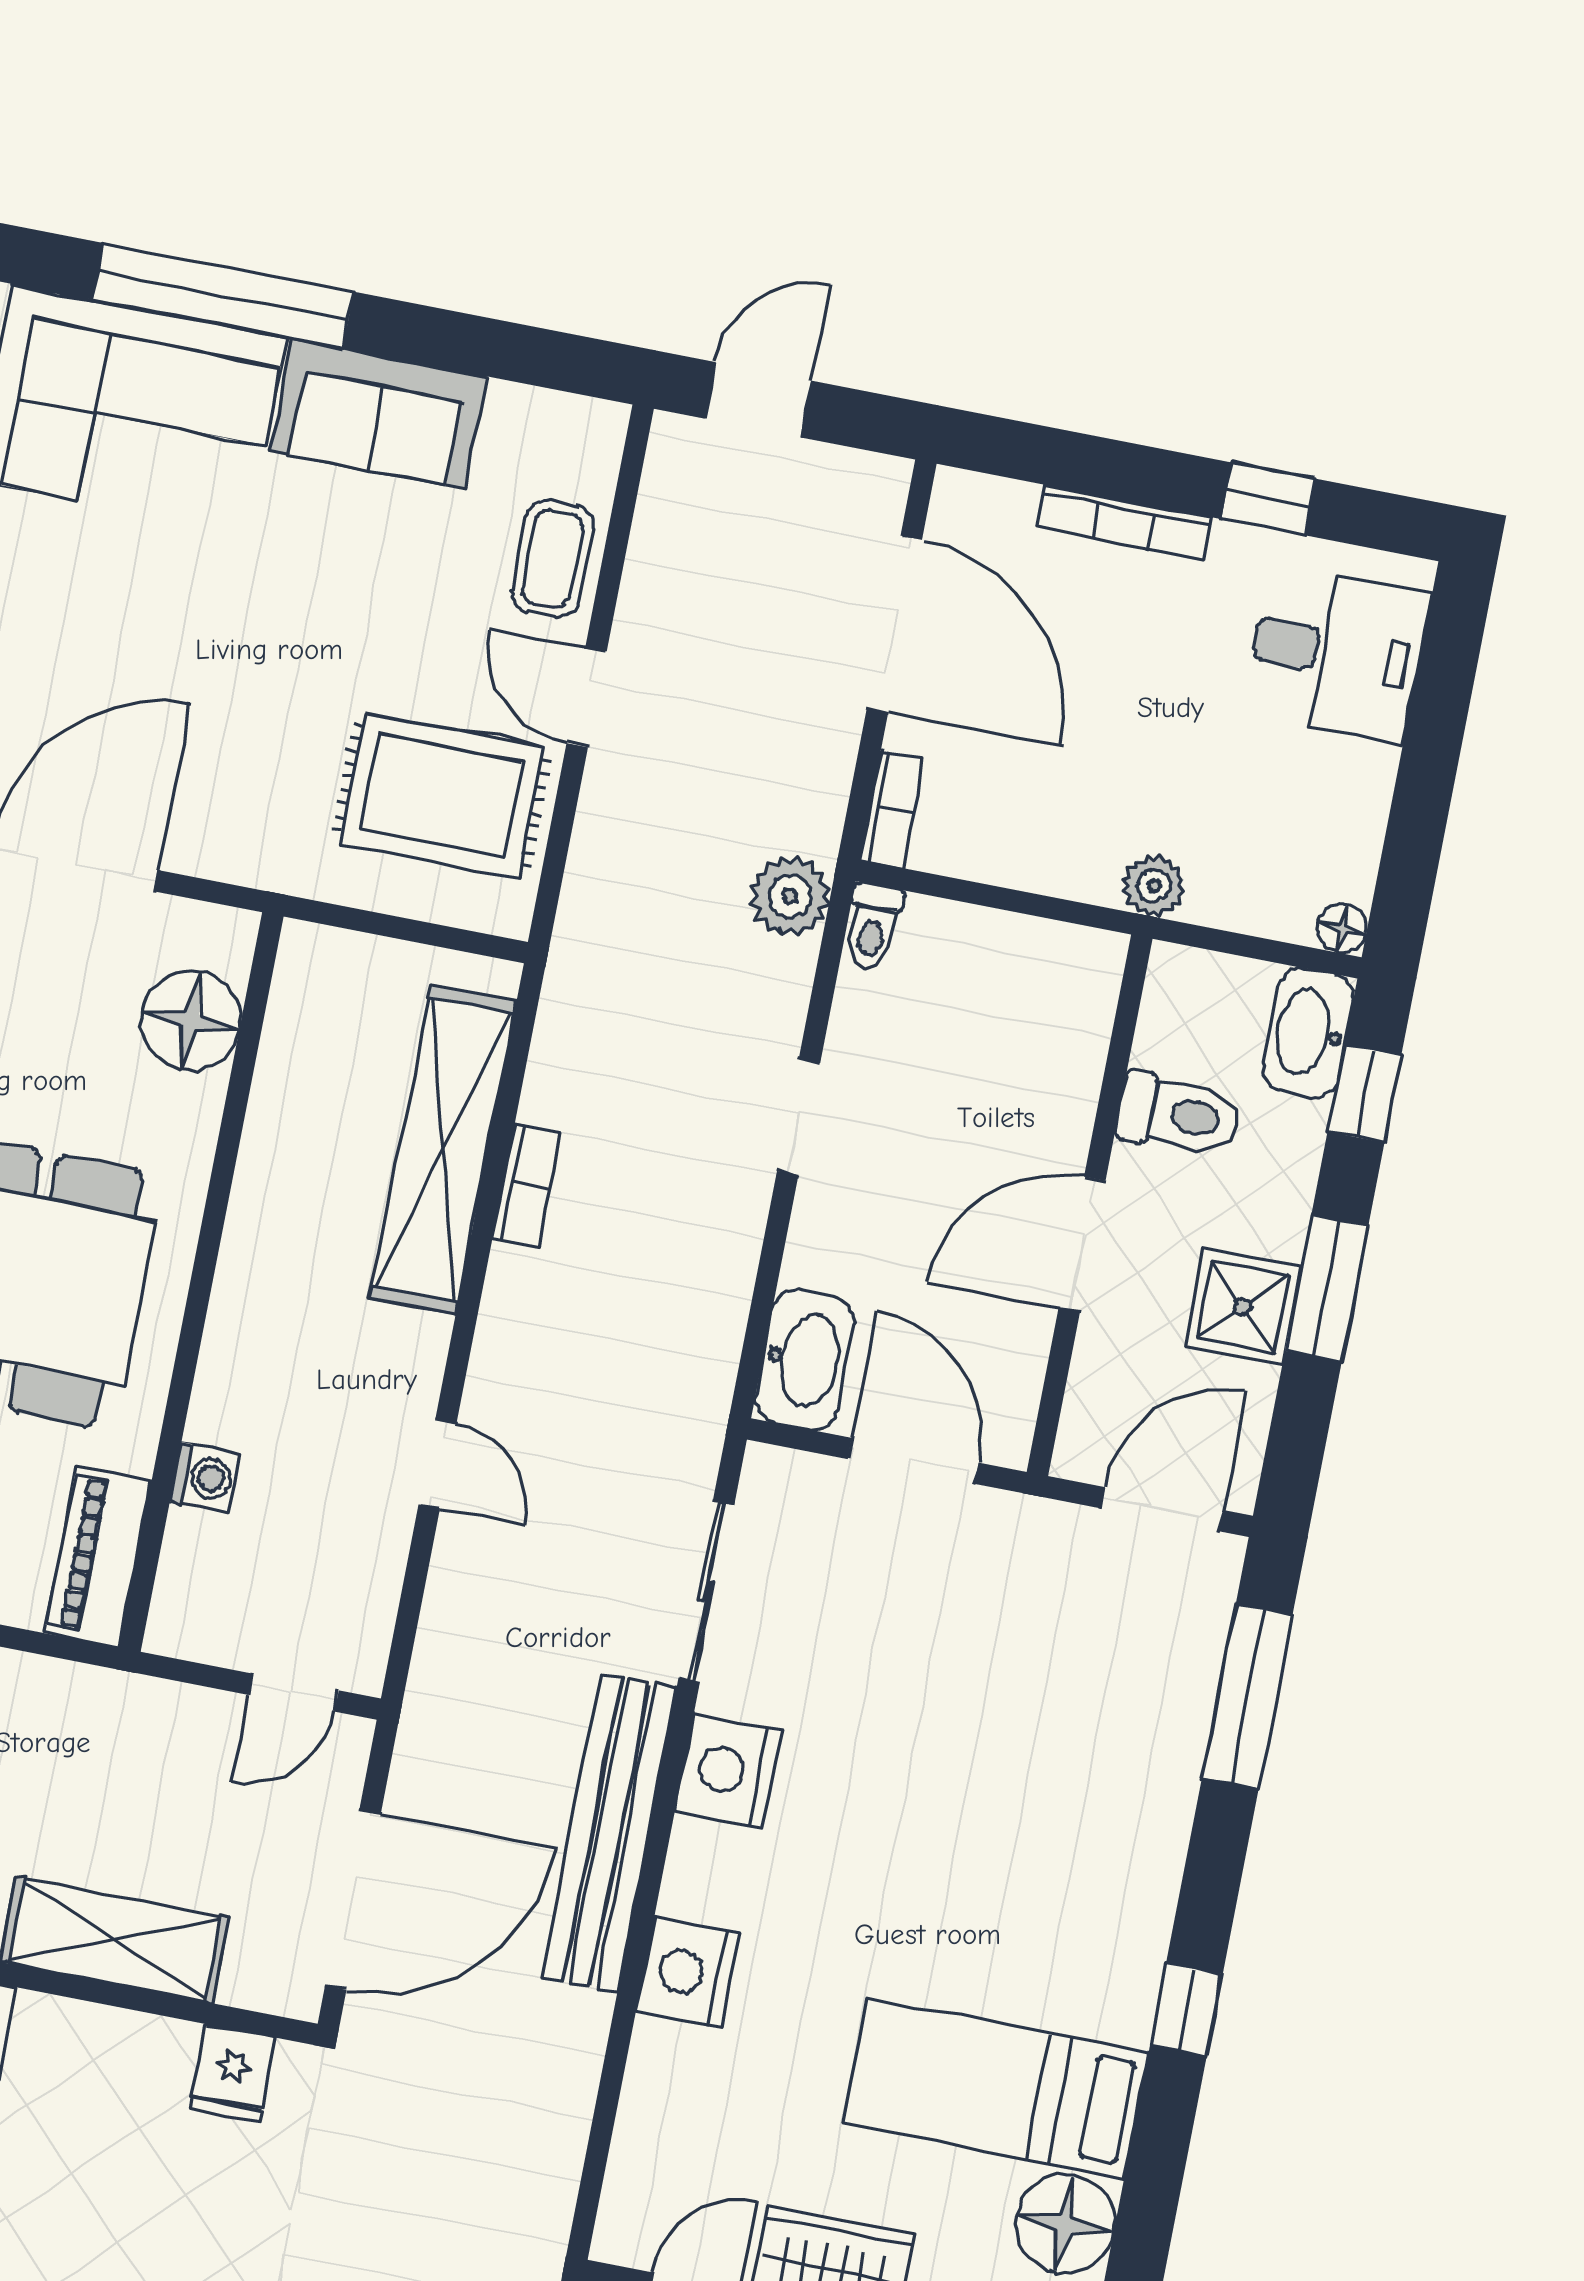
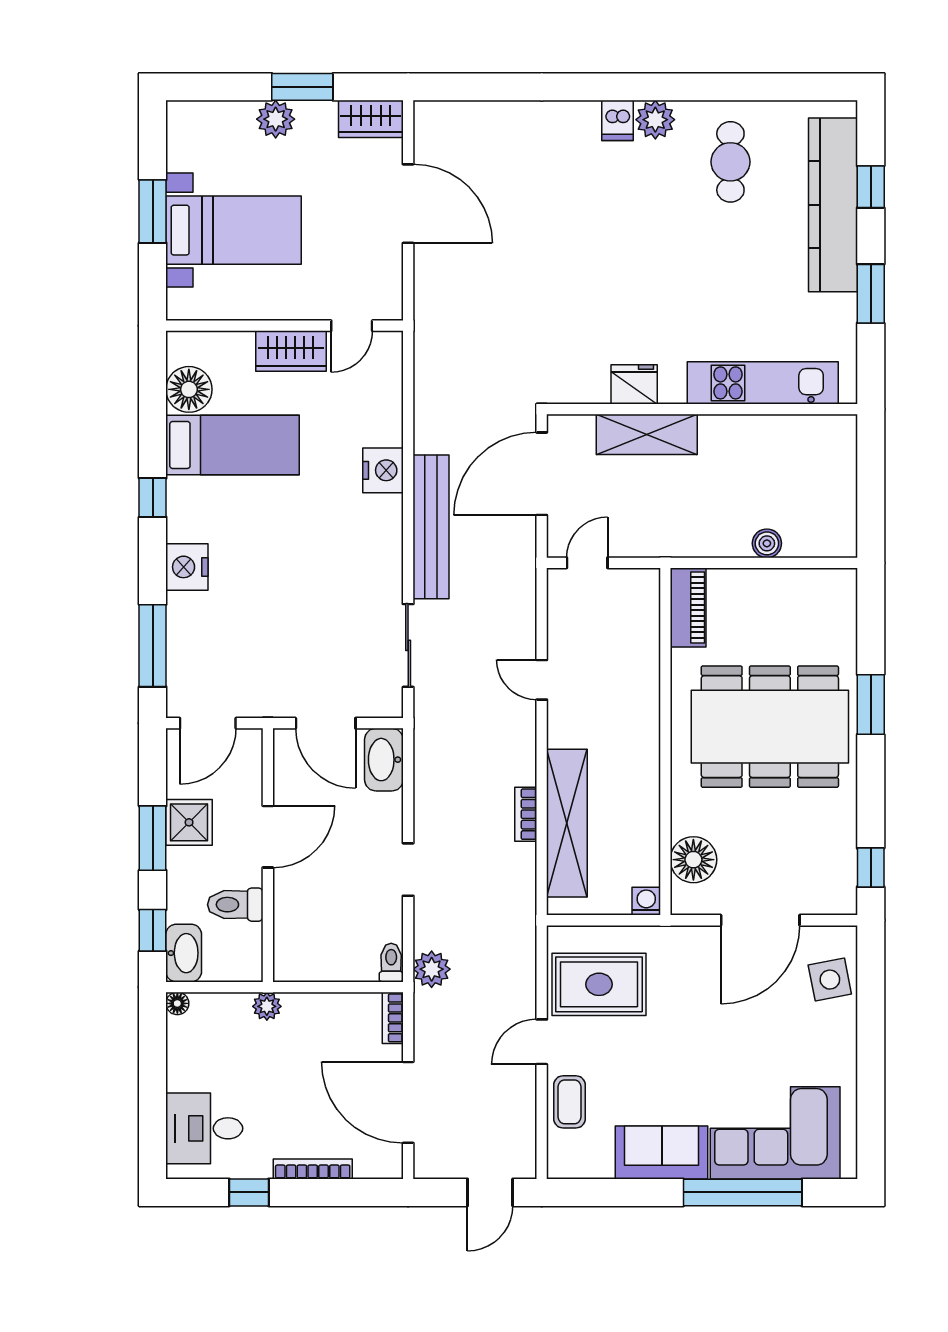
door: (587, 697) -> (542, 1042), swing flipped
washing machine: (205, 1477) -> (646, 901), moved, turned 90
nightstand: (728, 1771) -> (187, 567), moved, turned 180
fridge: (233, 2073) -> (634, 384), moved, width x1.38

